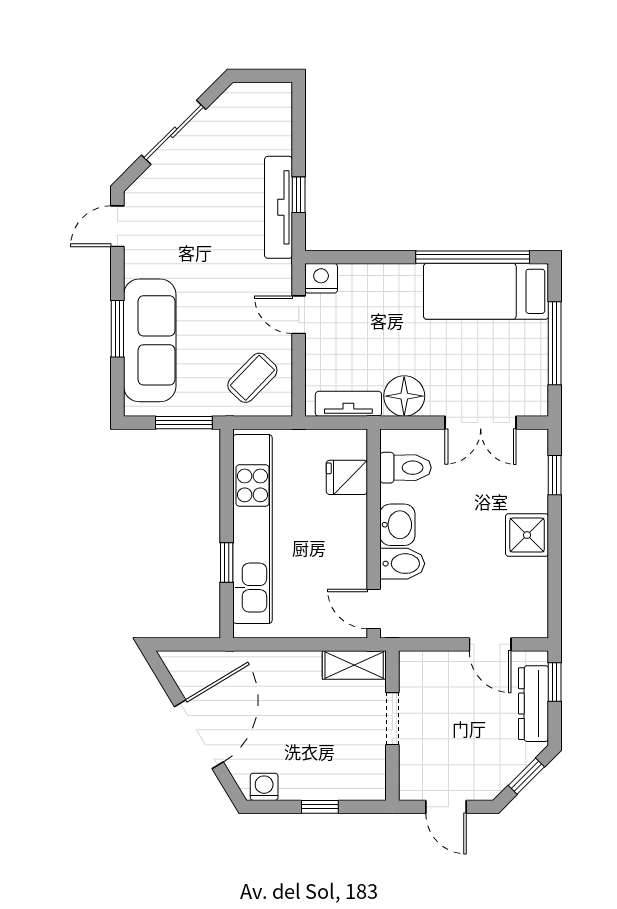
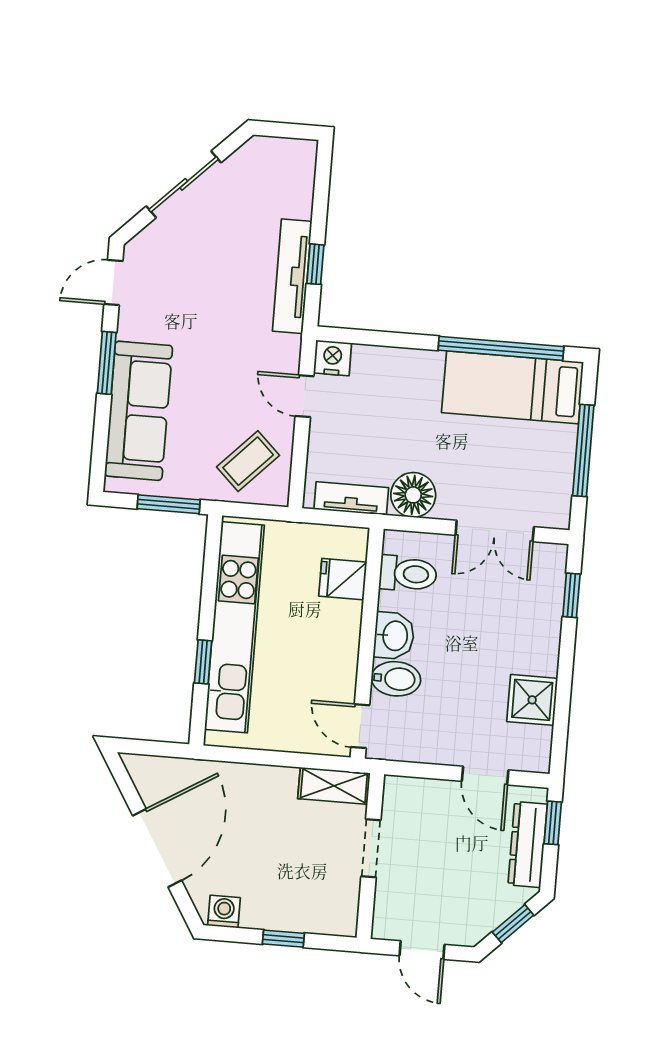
window: (117, 329) -> (107, 363), moved
shower: (527, 535) -> (532, 700), moved

